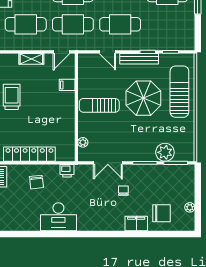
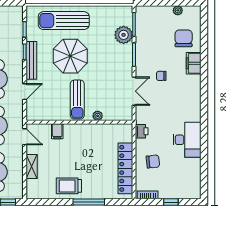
plant: (83, 142) -> (98, 116), moved

